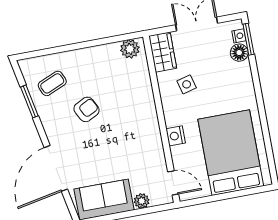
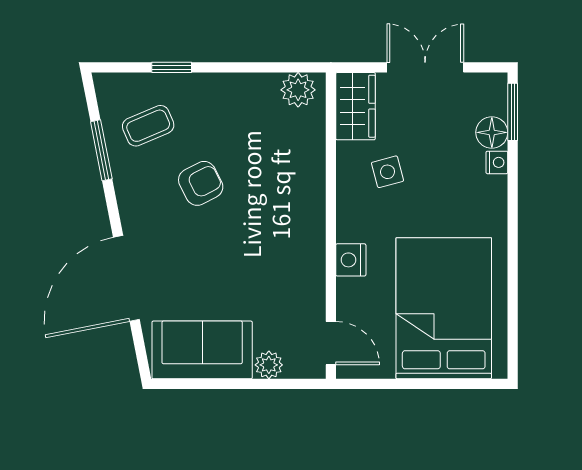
nightstand: (239, 36) -> (497, 162), moved
window: (59, 49) -> (172, 67), added

